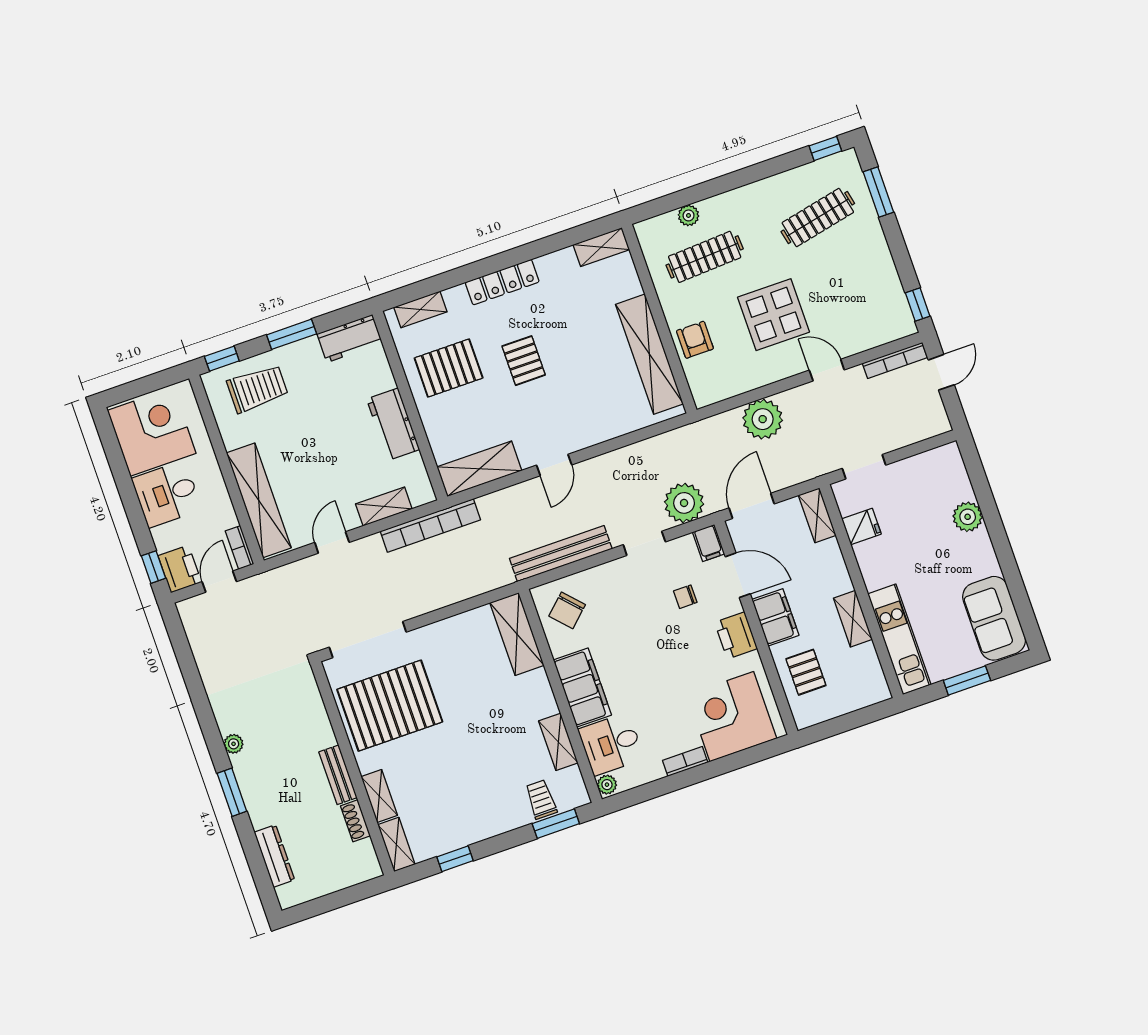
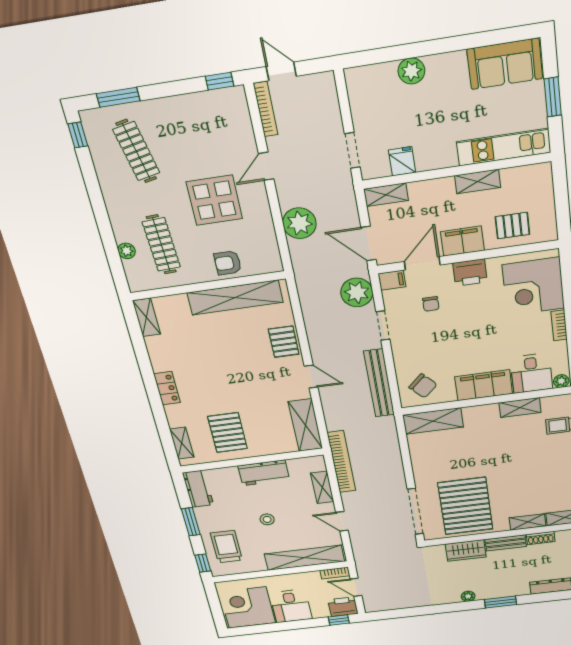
locker: (502, 282) -> (167, 388), width x0.66
pallet: (524, 361) -> (284, 342), moved, turned 90
stool: (316, 439) -> (267, 519), added
wardrobe: (314, 722) -> (466, 551), added

